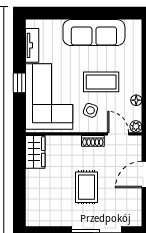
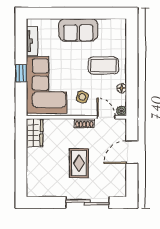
sofa: (94, 33) -> (78, 30), width x0.73
coffee table: (101, 82) -> (103, 66), moved

